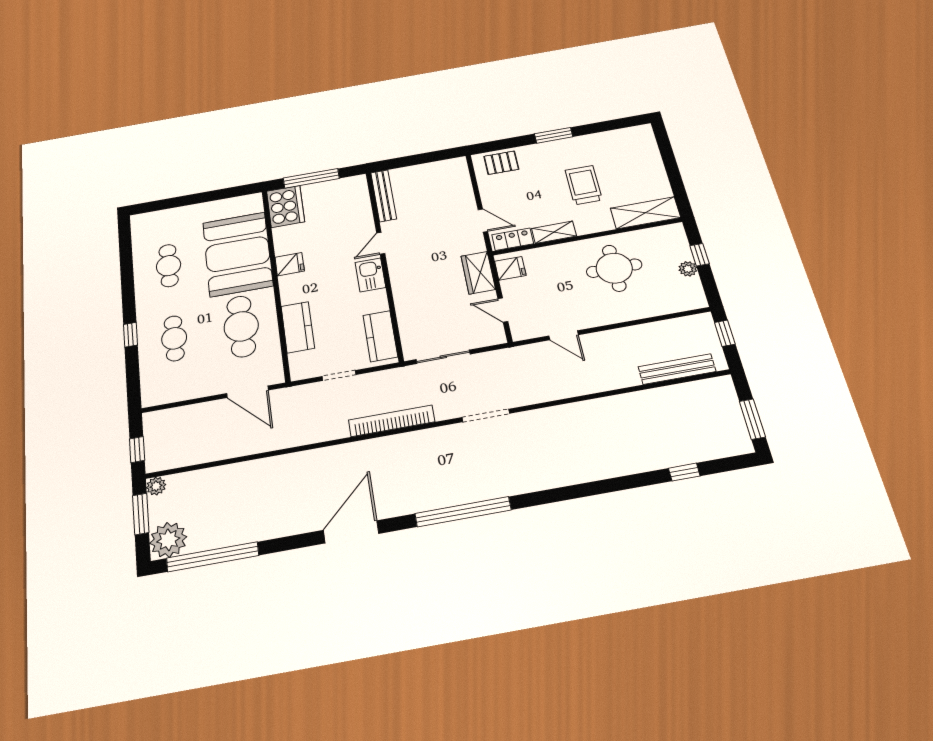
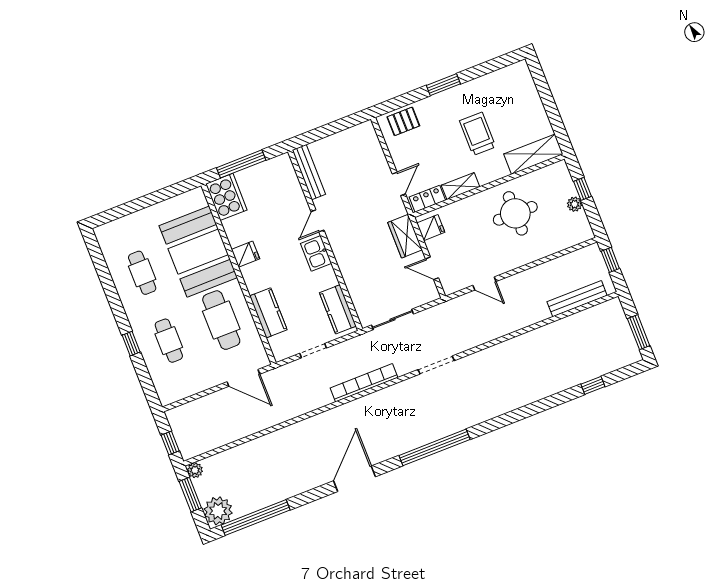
door: (483, 220) -> (399, 184), hinge flipped

